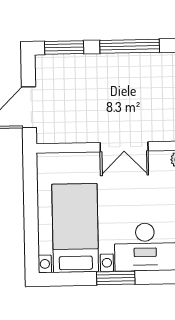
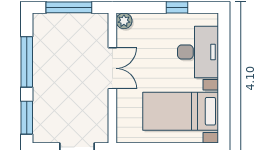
window: (116, 278) -> (224, 77), removed

